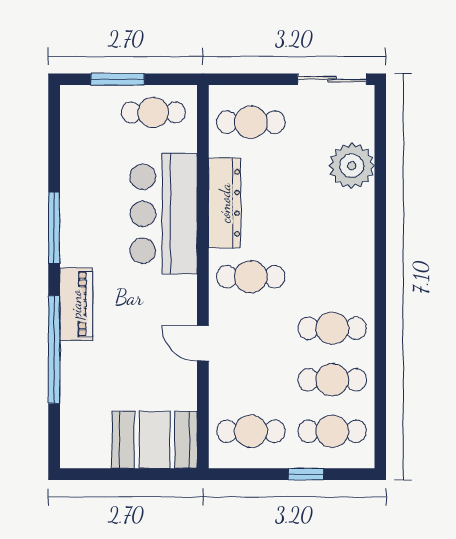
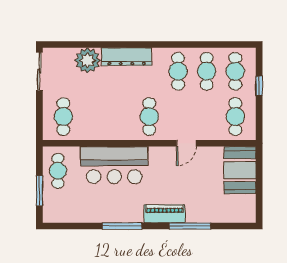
dresser: (225, 203) -> (127, 57), moved, turned 180
window: (54, 350) -> (190, 226), width x0.68

